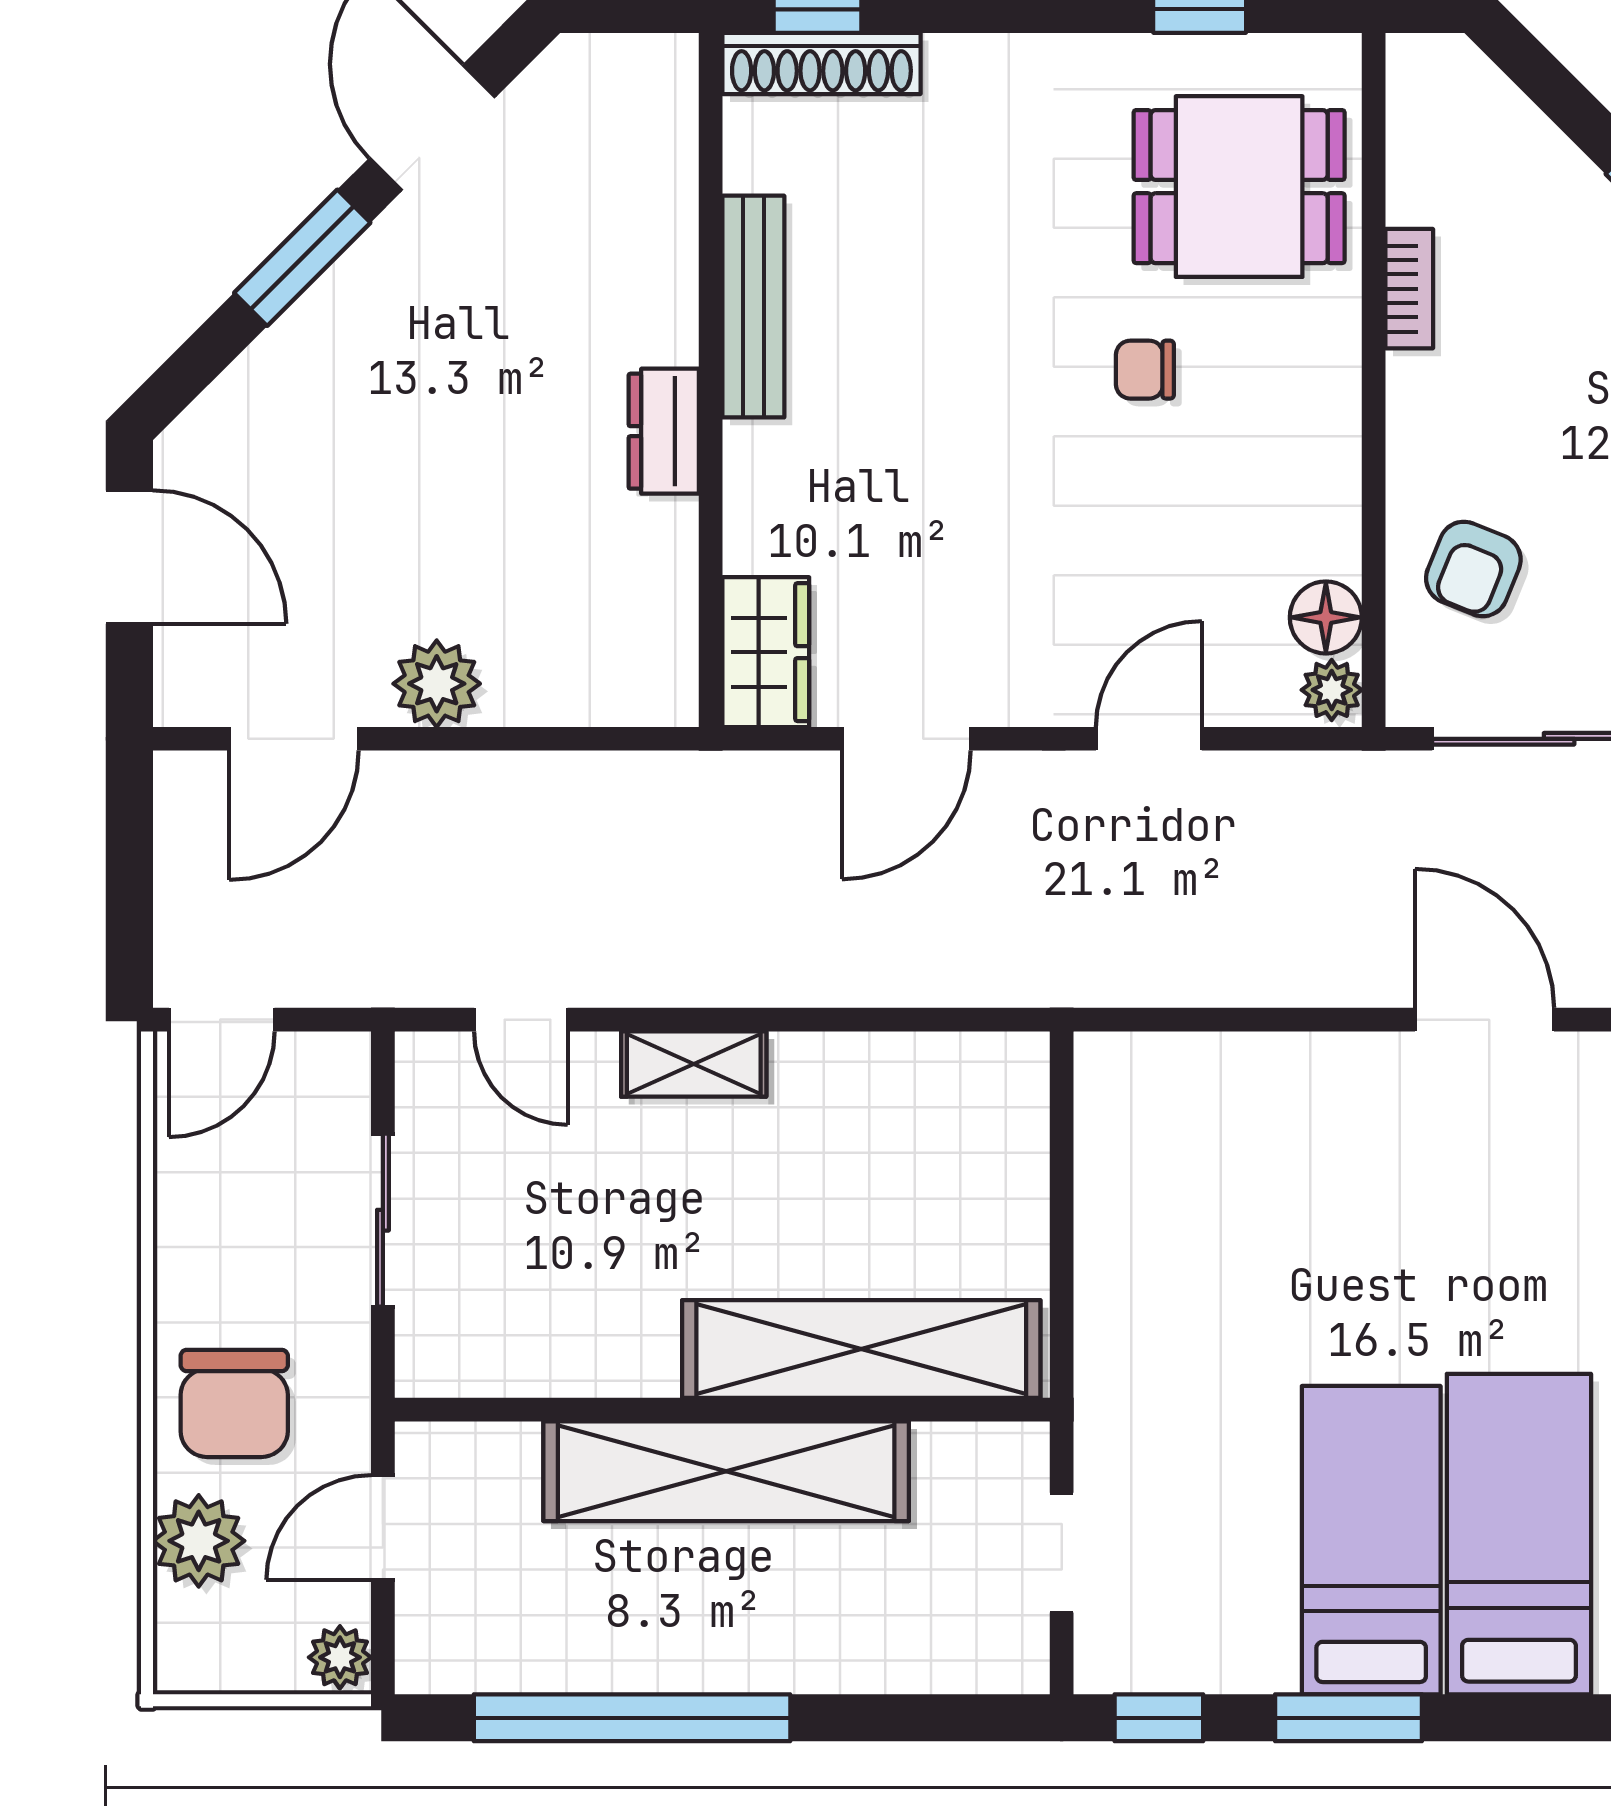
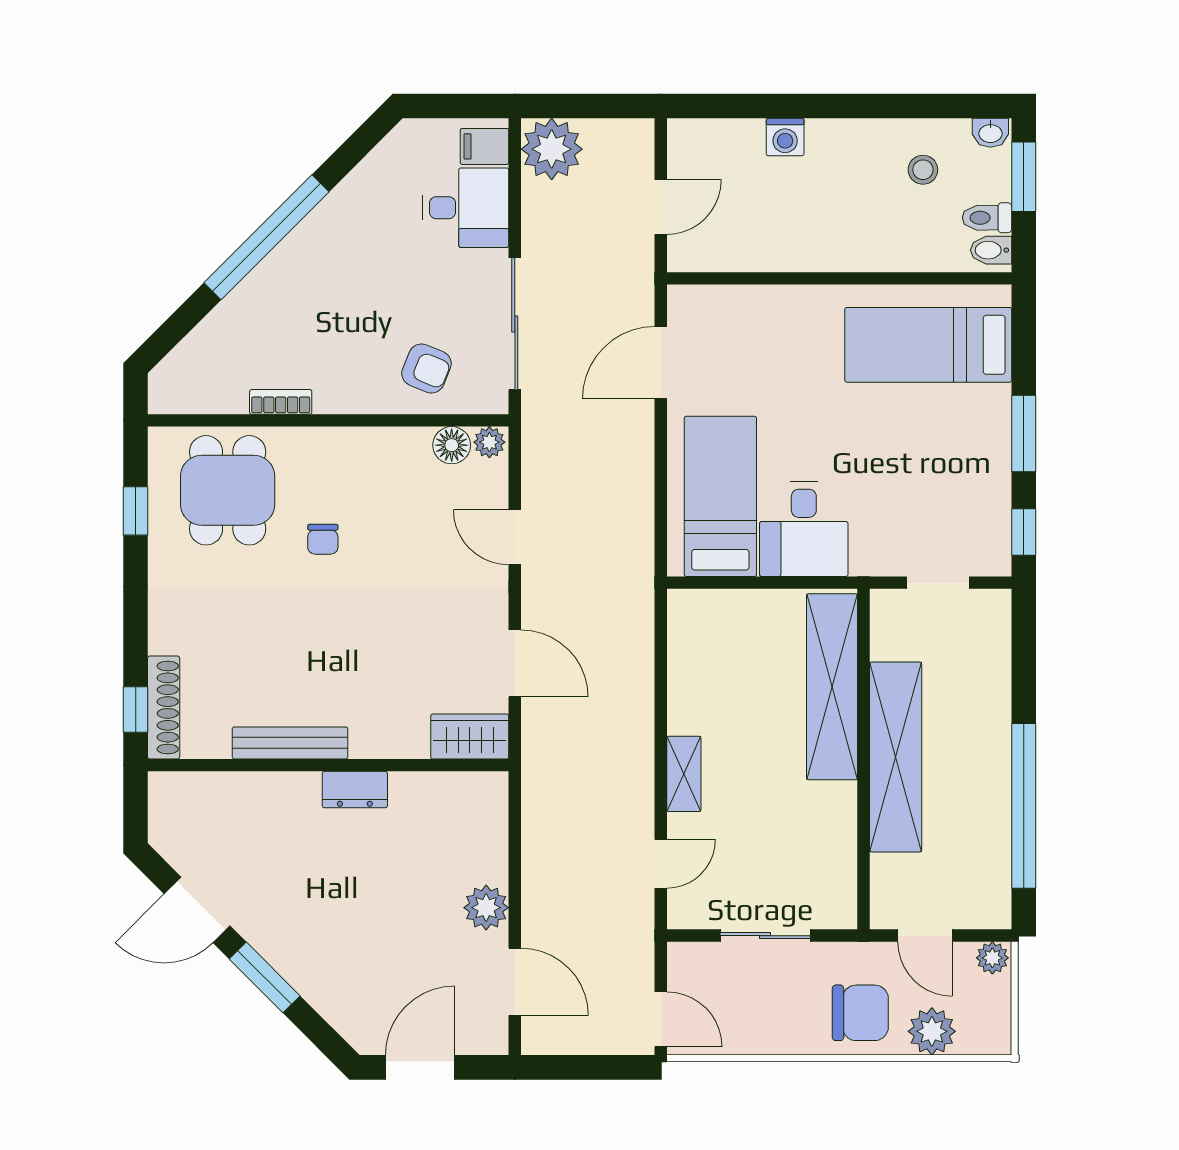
desk: (1165, 1295) -> (804, 529), added
bed: (1371, 1540) -> (720, 496), moved, turned 90

